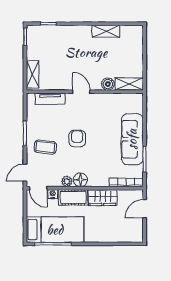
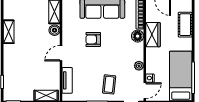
armchair: (77, 139) -> (93, 39), moved
floor lamp: (80, 180) -> (138, 36), moved
cot: (73, 197) -> (185, 25), moved

